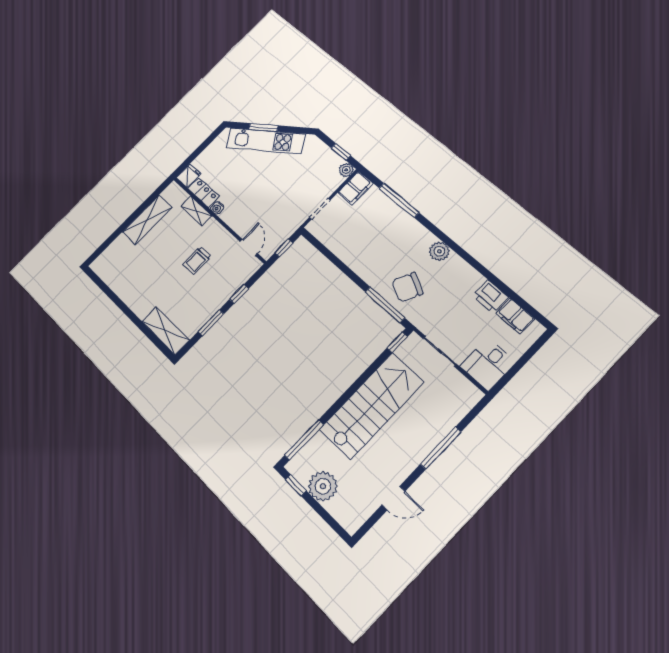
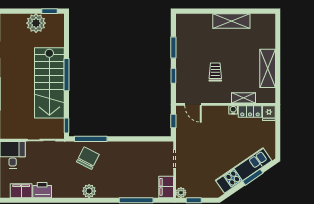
shelving: (165, 331) -> (231, 21), moved
window: (304, 440) -> (66, 75), moved

